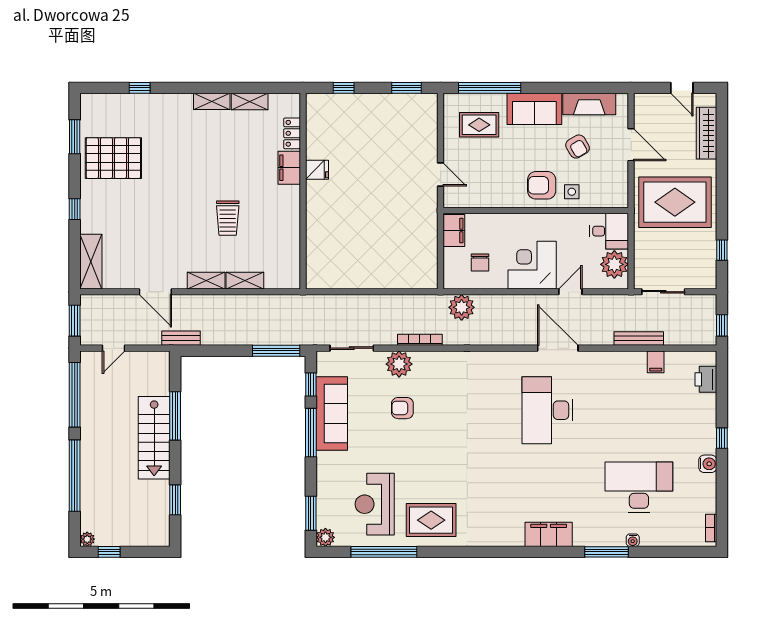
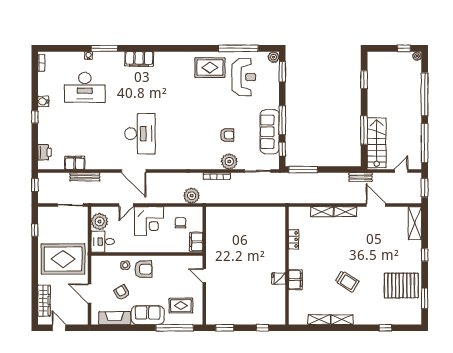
locker: (292, 133) -> (294, 239), moved
trolley: (228, 218) -> (347, 281), moved, turned 122
filing cabinet: (656, 362) -> (75, 163), width x2.00
stairs: (154, 438) -> (377, 143), moved

